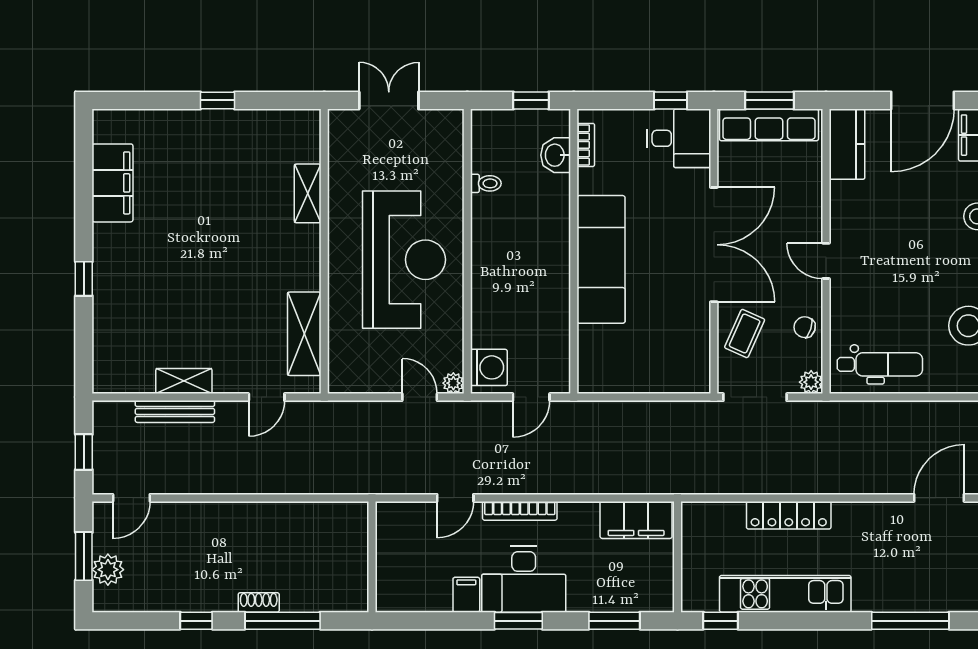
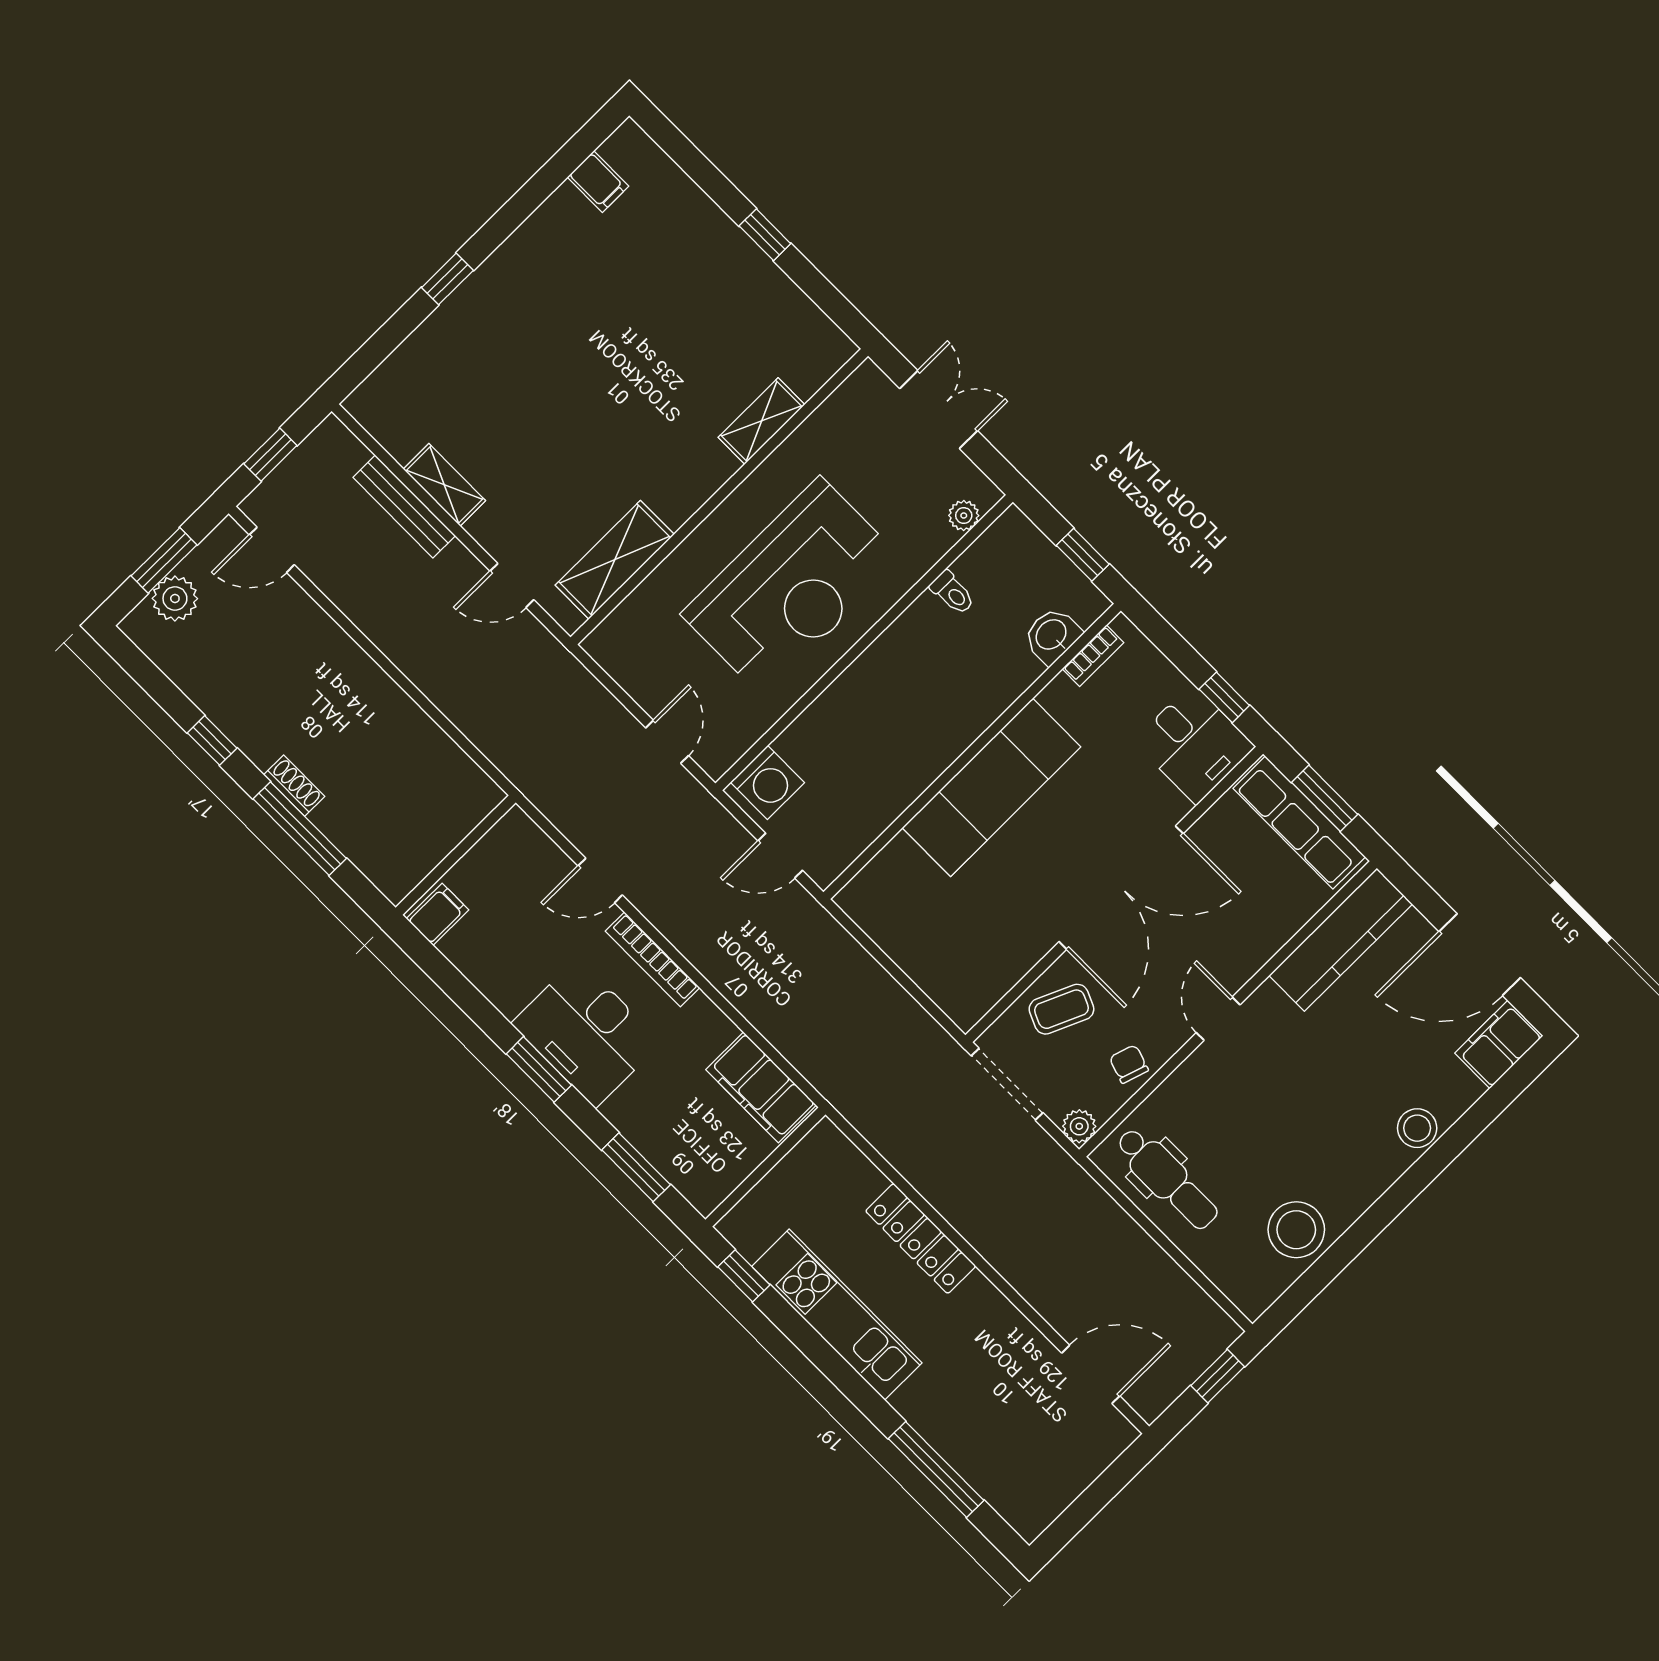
kitchen counter: (847, 144) -> (1341, 940), width x1.50
filing cabinet: (112, 183) -> (598, 182), width x0.33, depth x0.86
plant: (453, 383) -> (964, 516), moved
filing cabinet: (466, 595) -> (438, 914), moved

